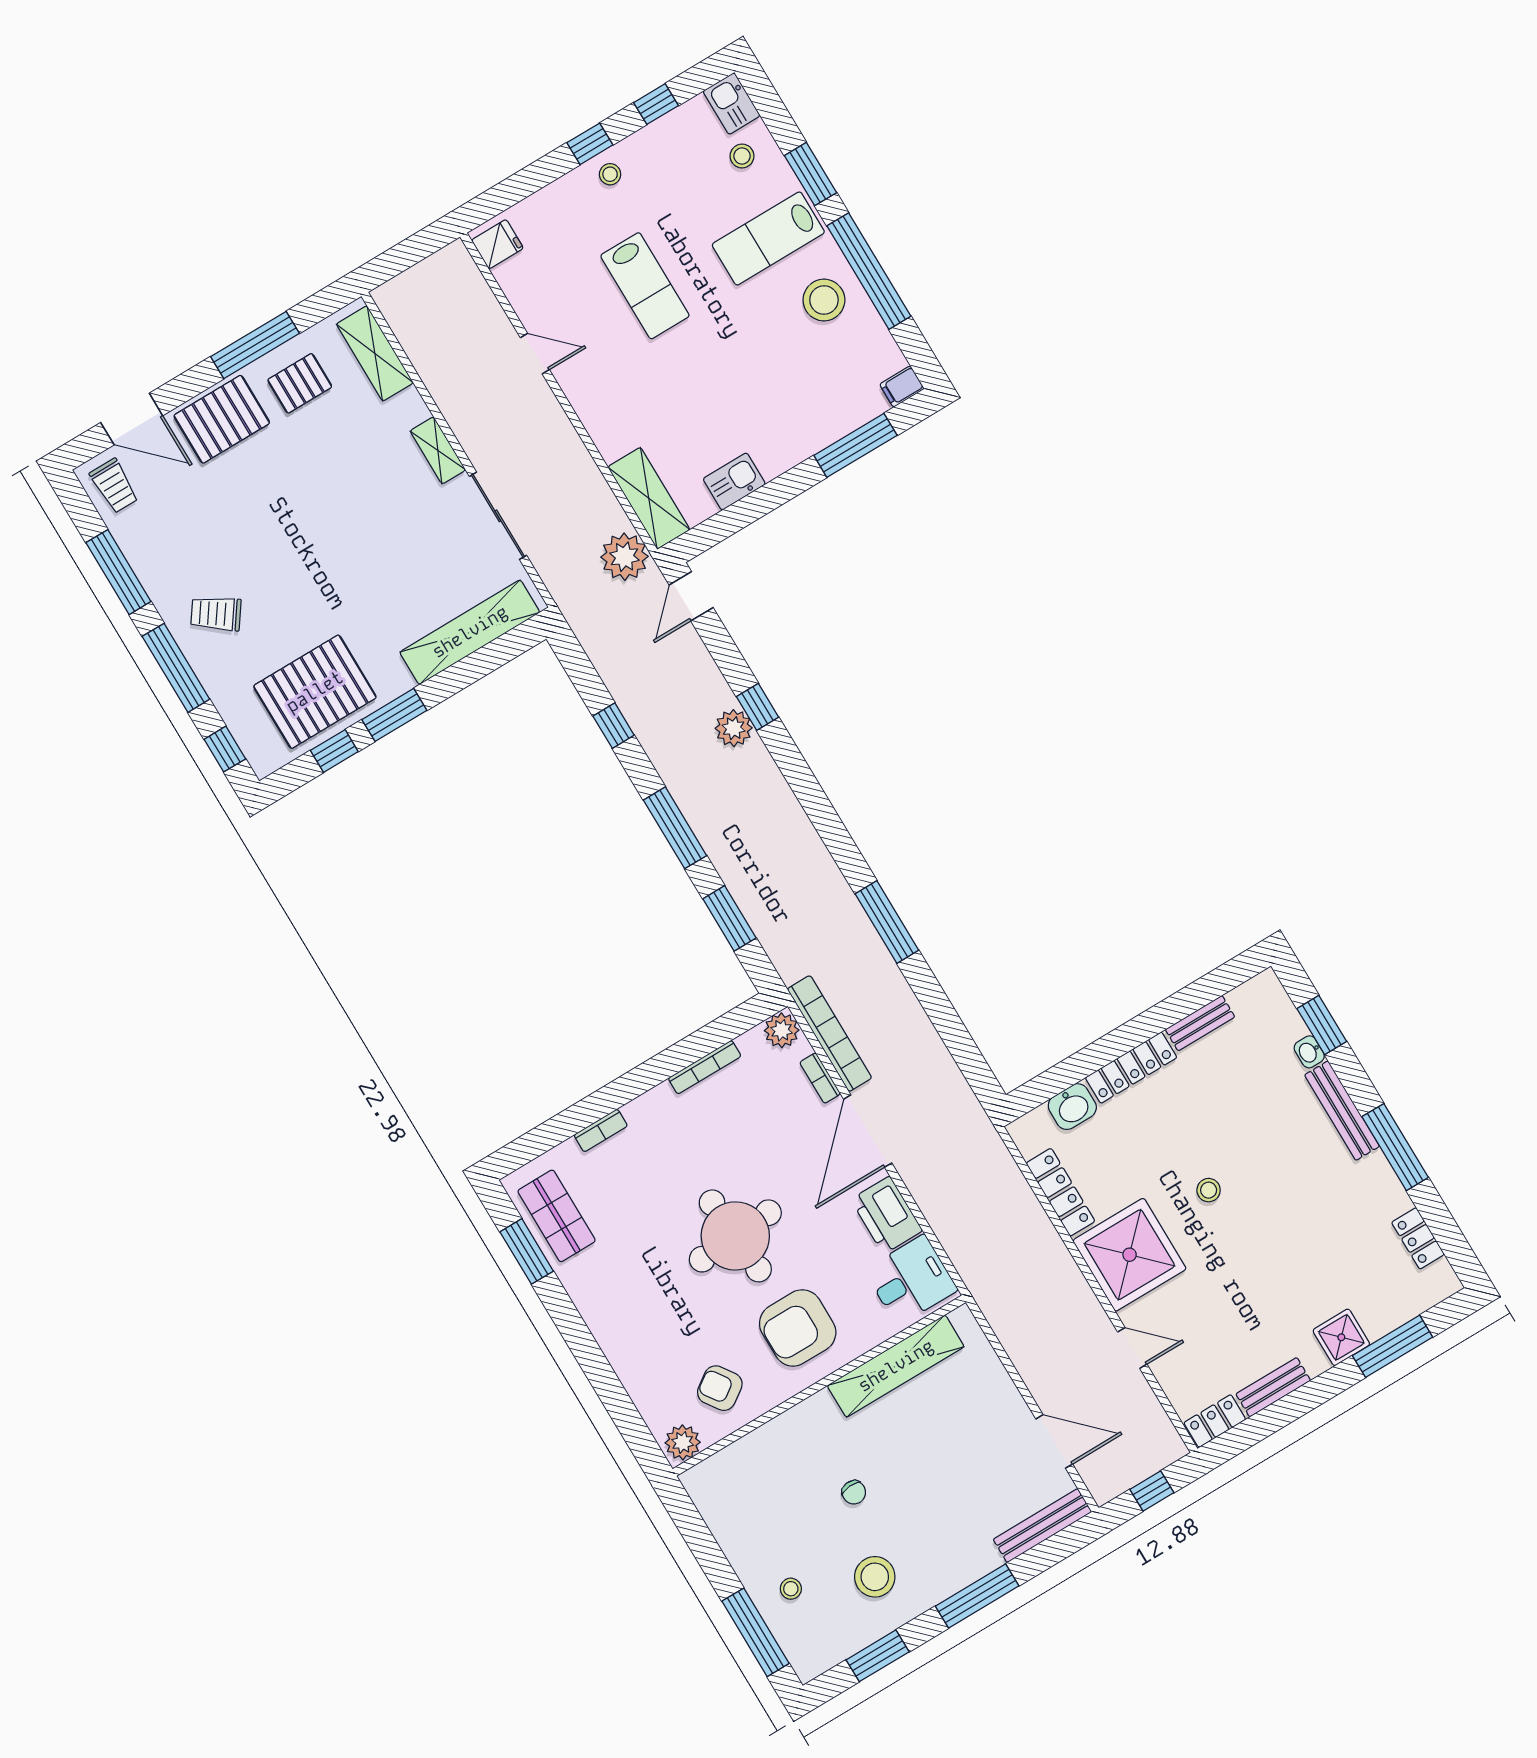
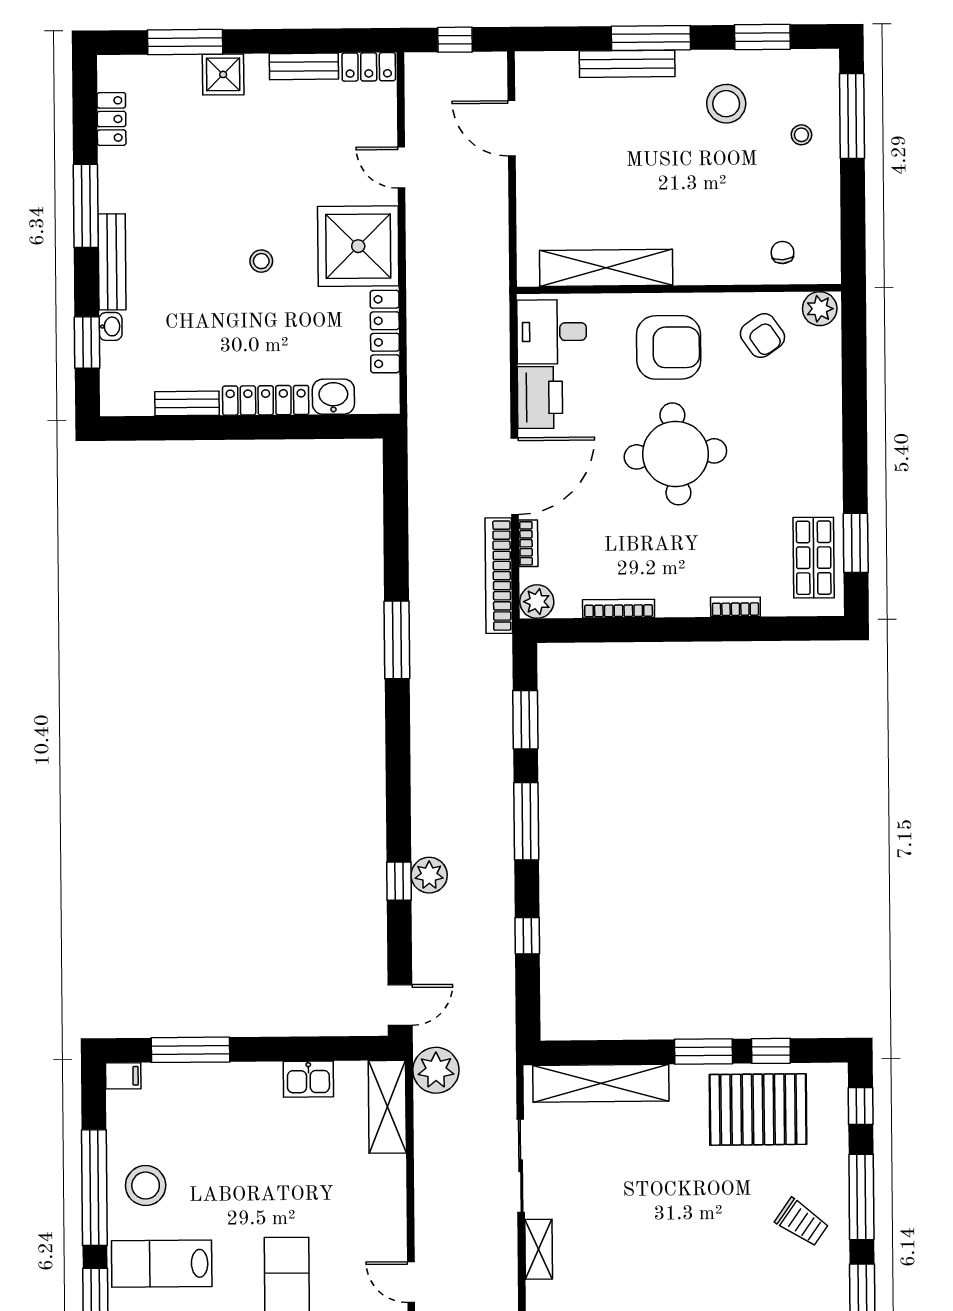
lab bench: (768, 238) -> (162, 1264), turned 180
chair: (854, 1492) -> (782, 252), moved
bench: (1042, 1526) -> (627, 64), moved

